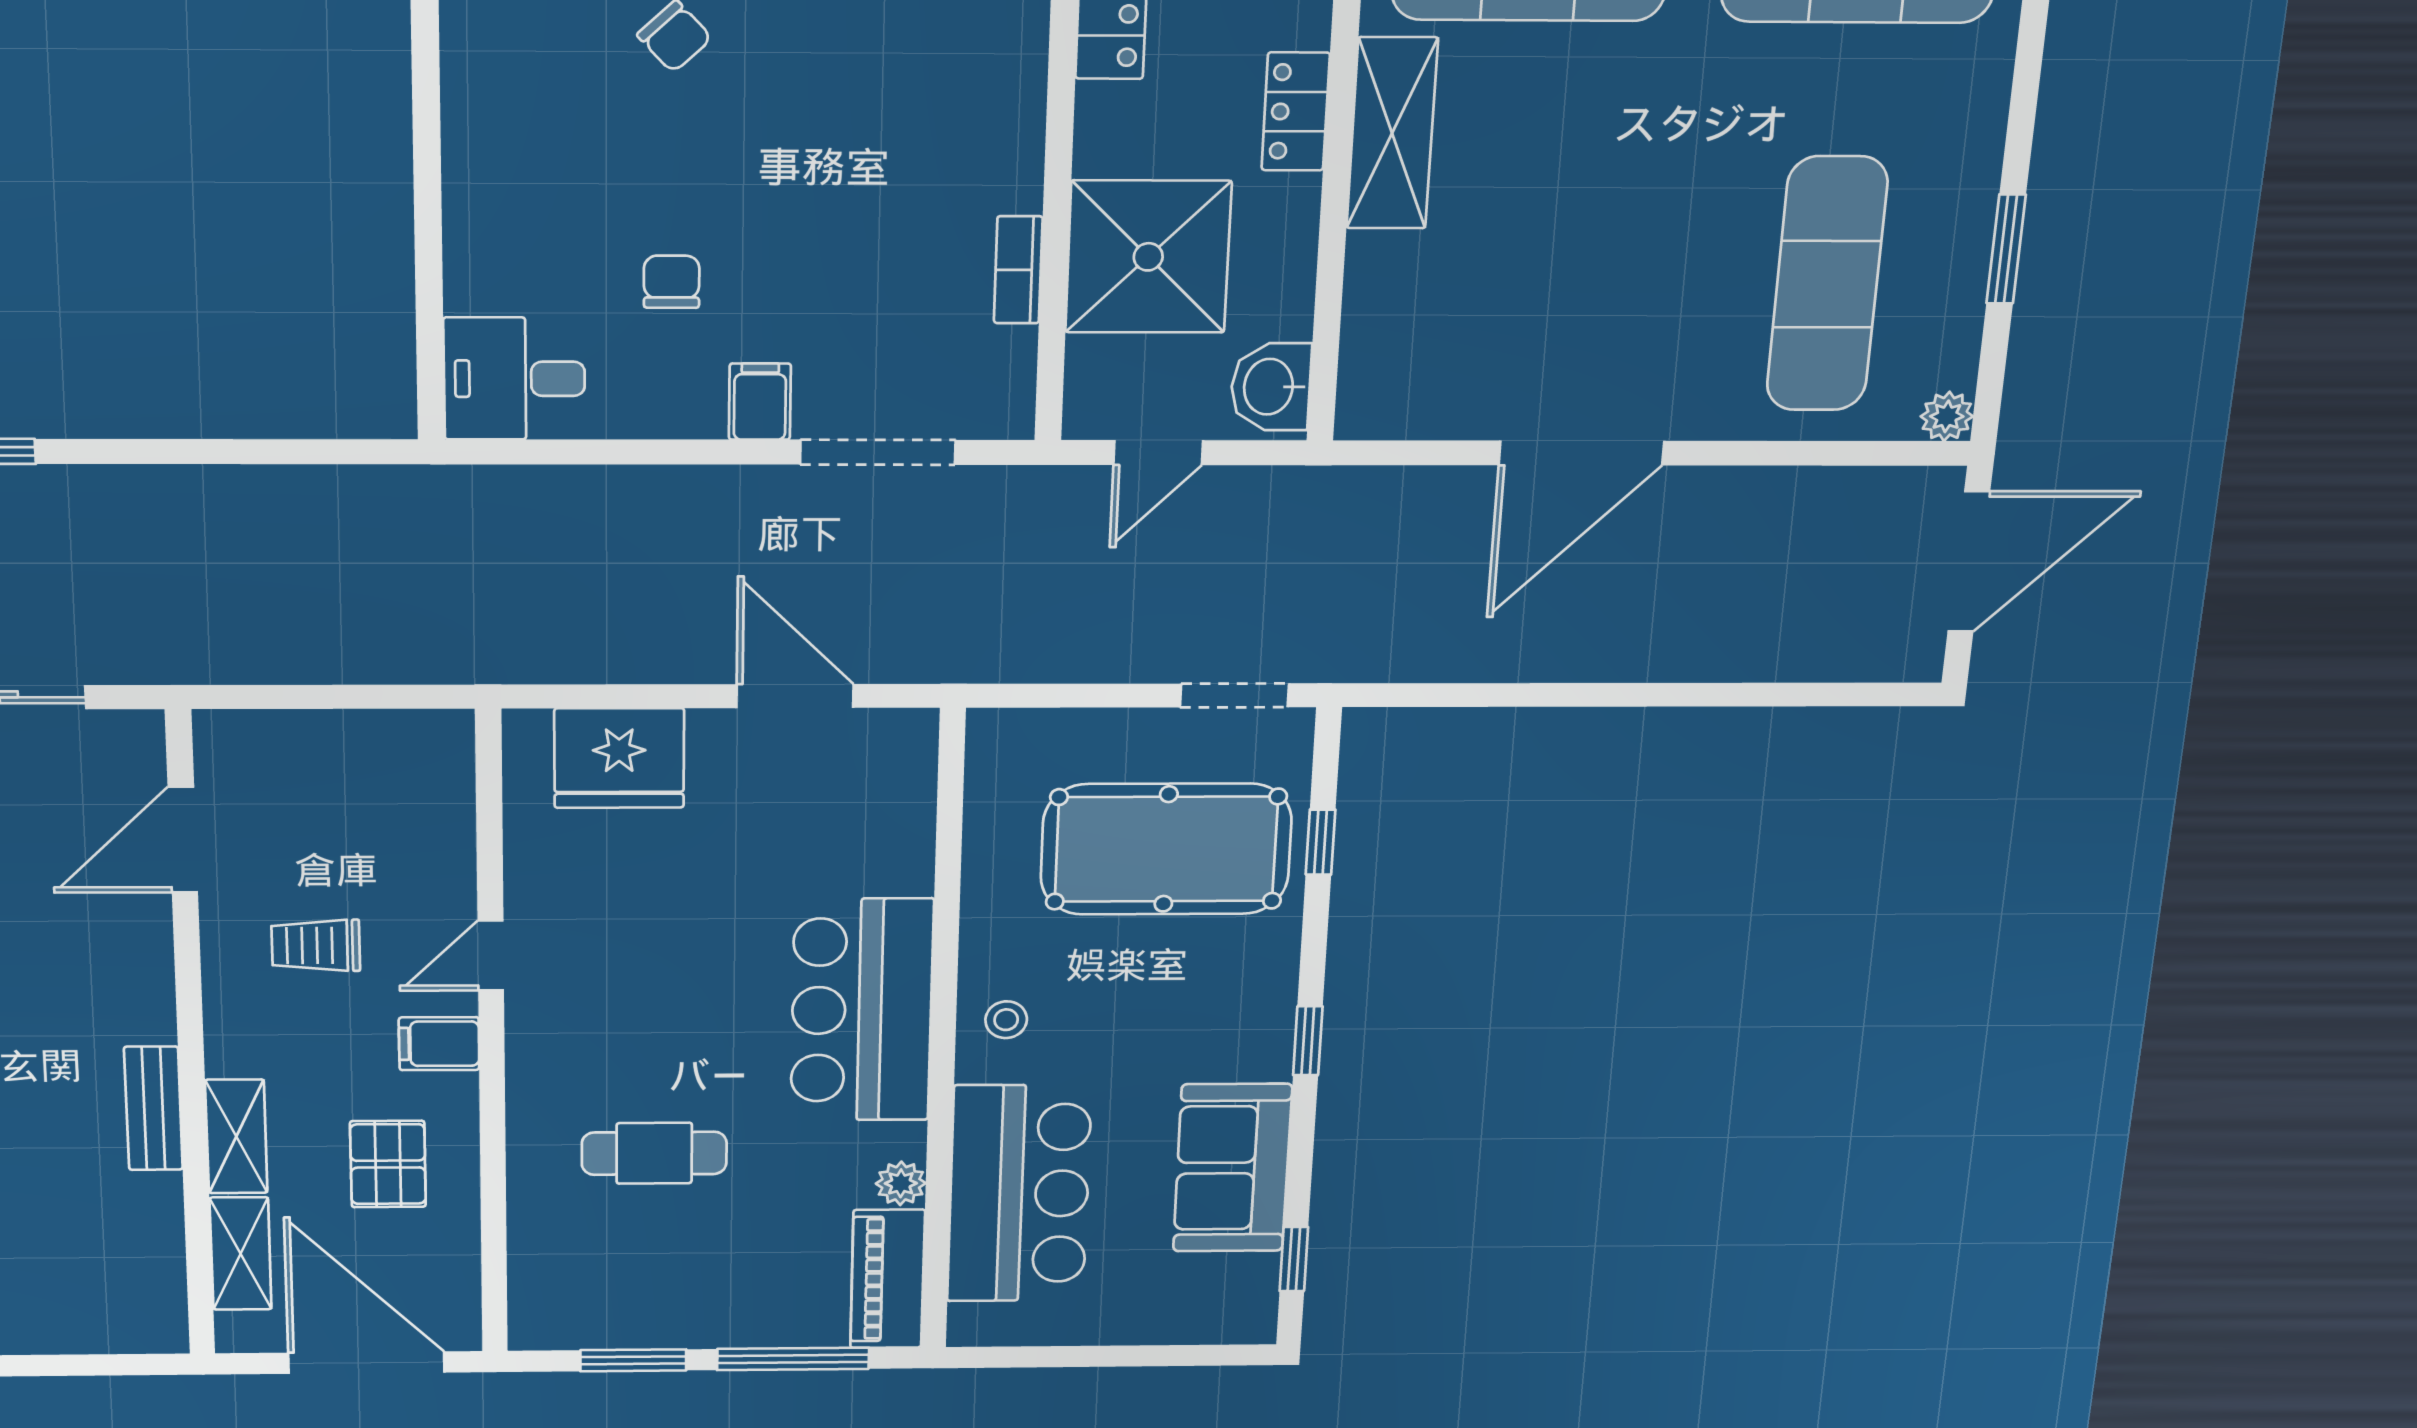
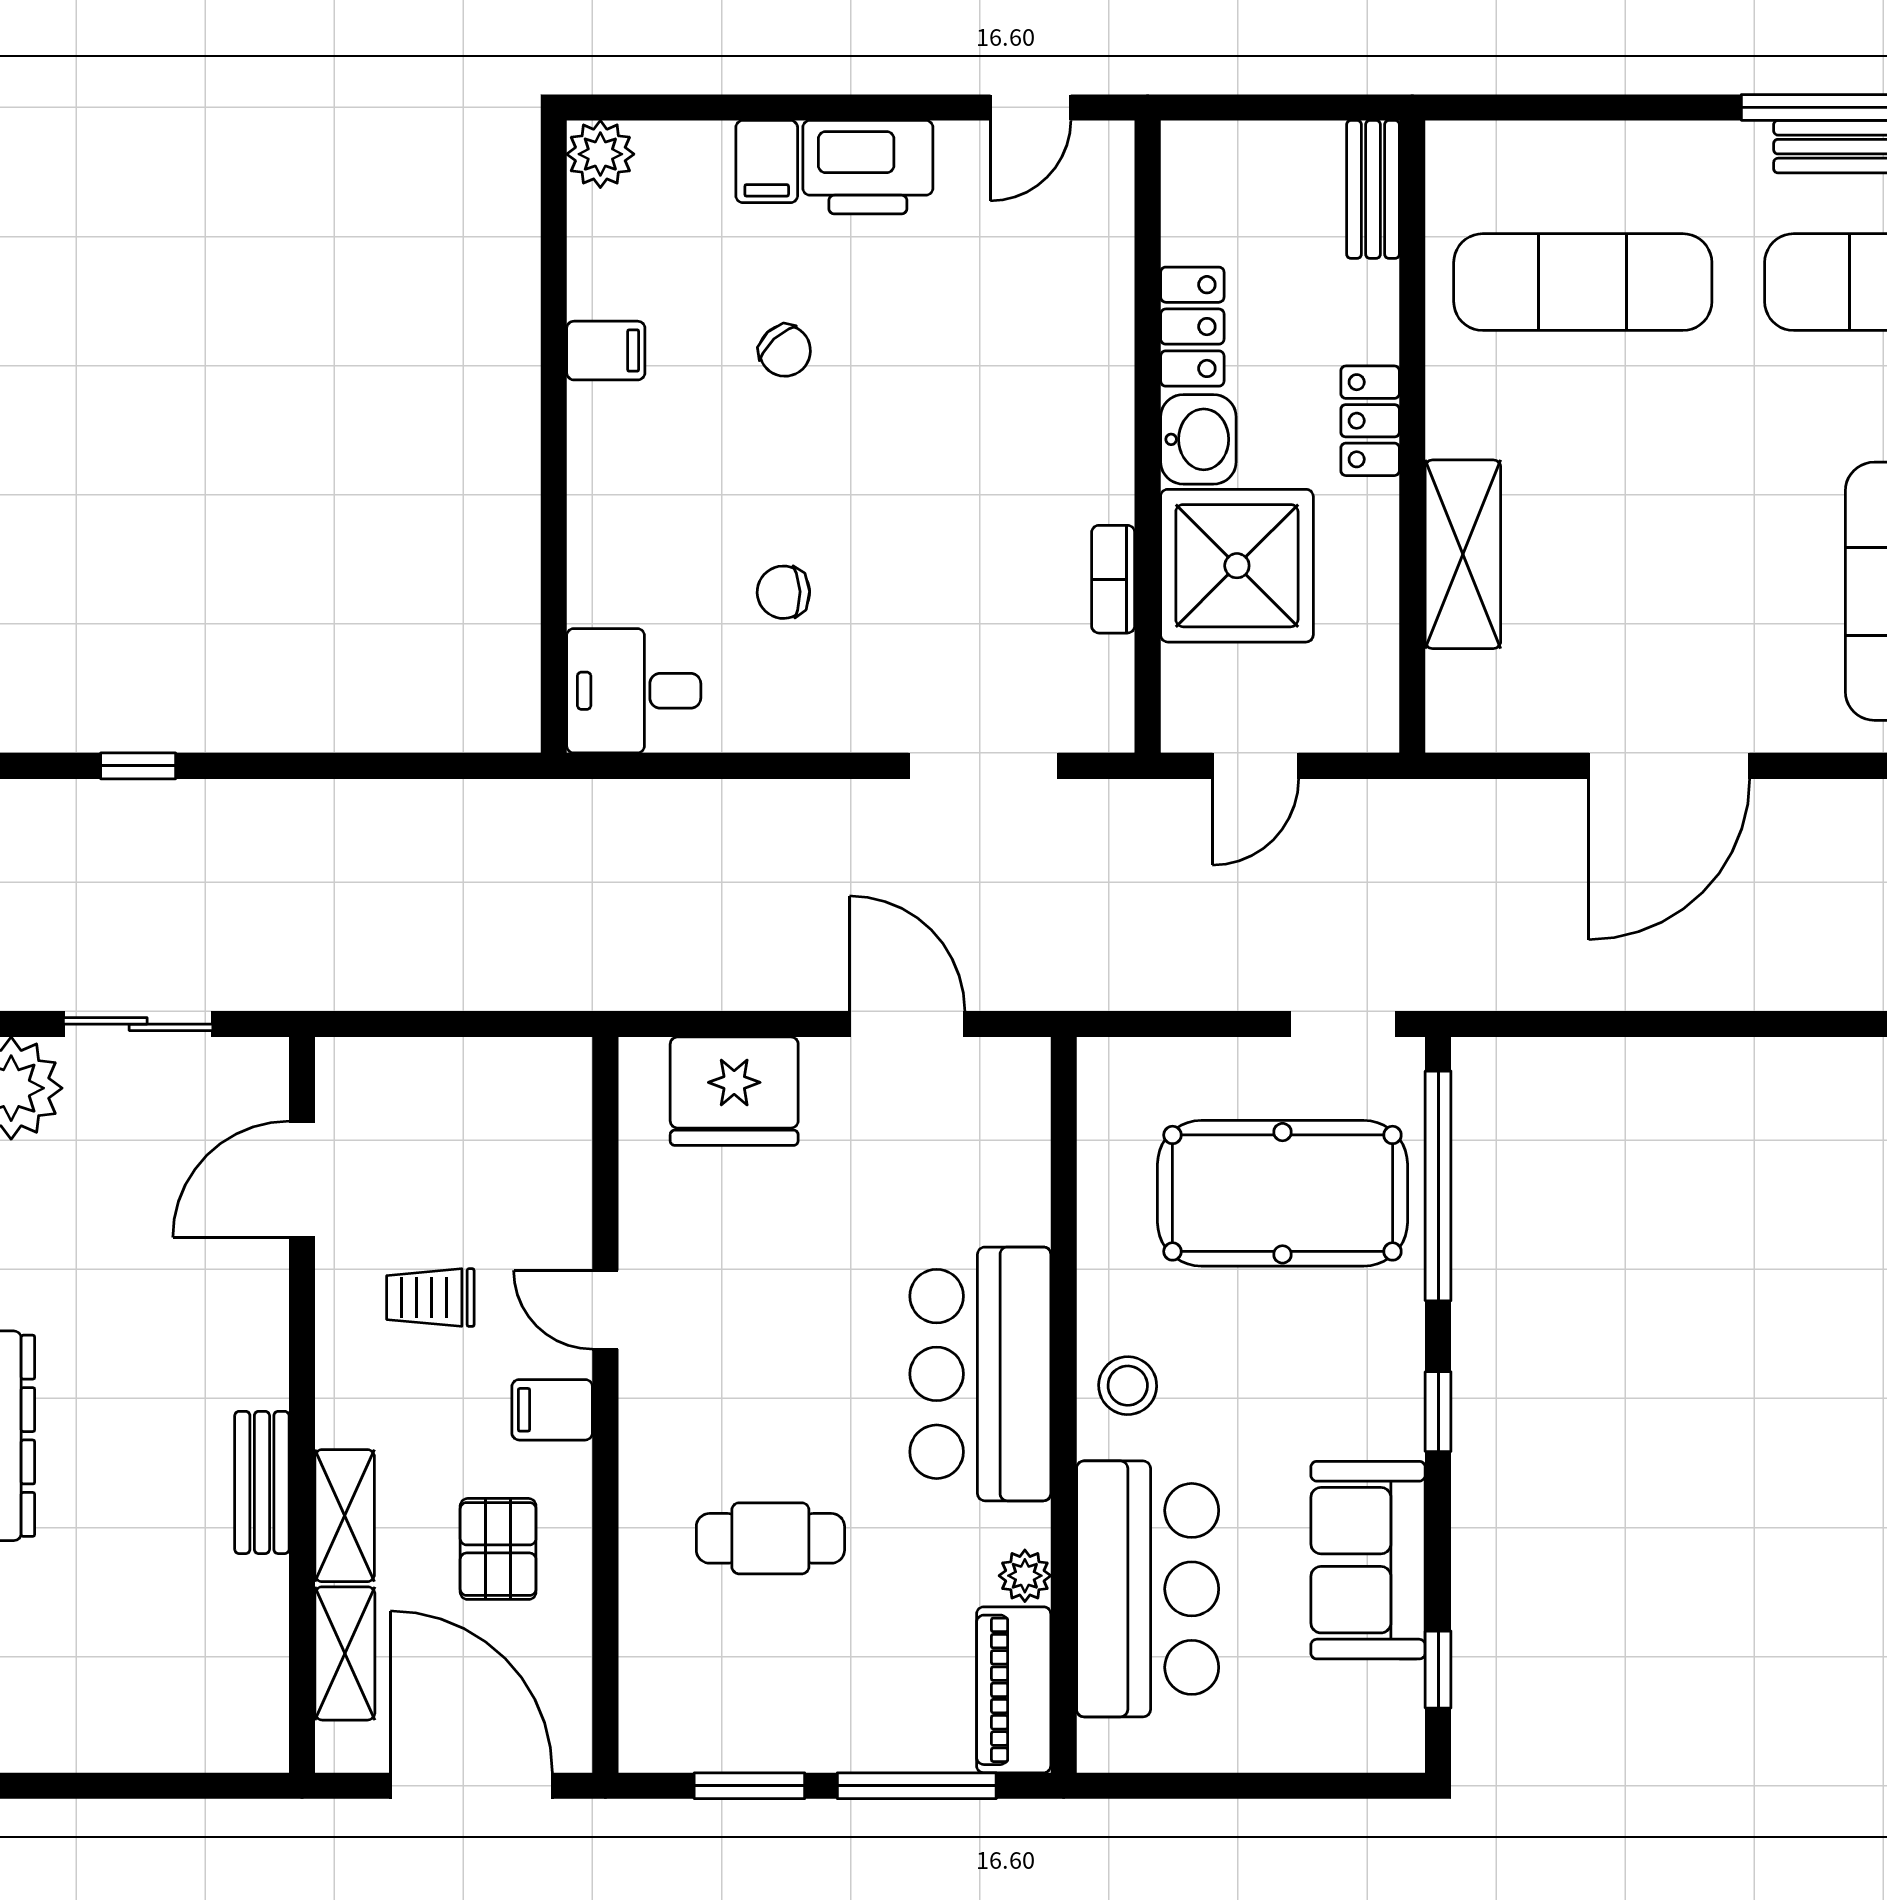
shelving: (1392, 133) -> (1463, 554), moved
chair: (672, 282) -> (783, 592), turned -92
washbasin: (1271, 387) -> (1198, 439), moved, turned 180
filing cabinet: (760, 402) -> (606, 351), moved, turned 90
window: (1321, 842) -> (1438, 1186), width x3.17
door: (491, 956) -> (605, 1310), hinge flipped
stool: (1006, 1020) -> (1128, 1386), width x1.37, depth x1.37

